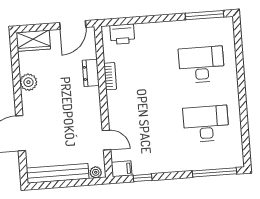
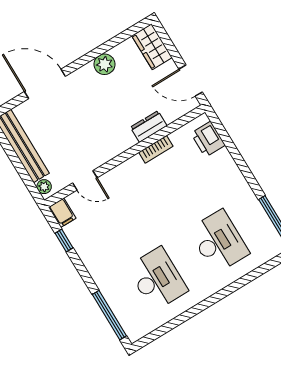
door: (106, 140) -> (85, 180), hinge flipped

